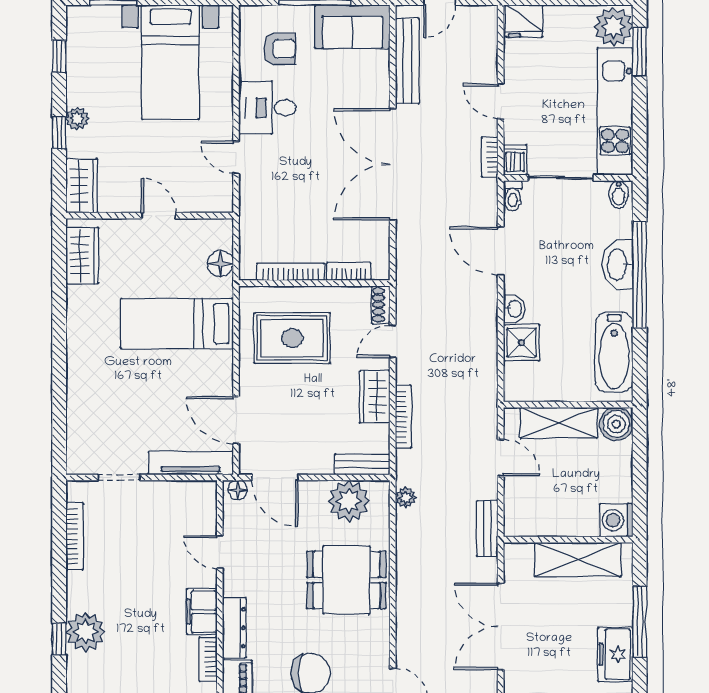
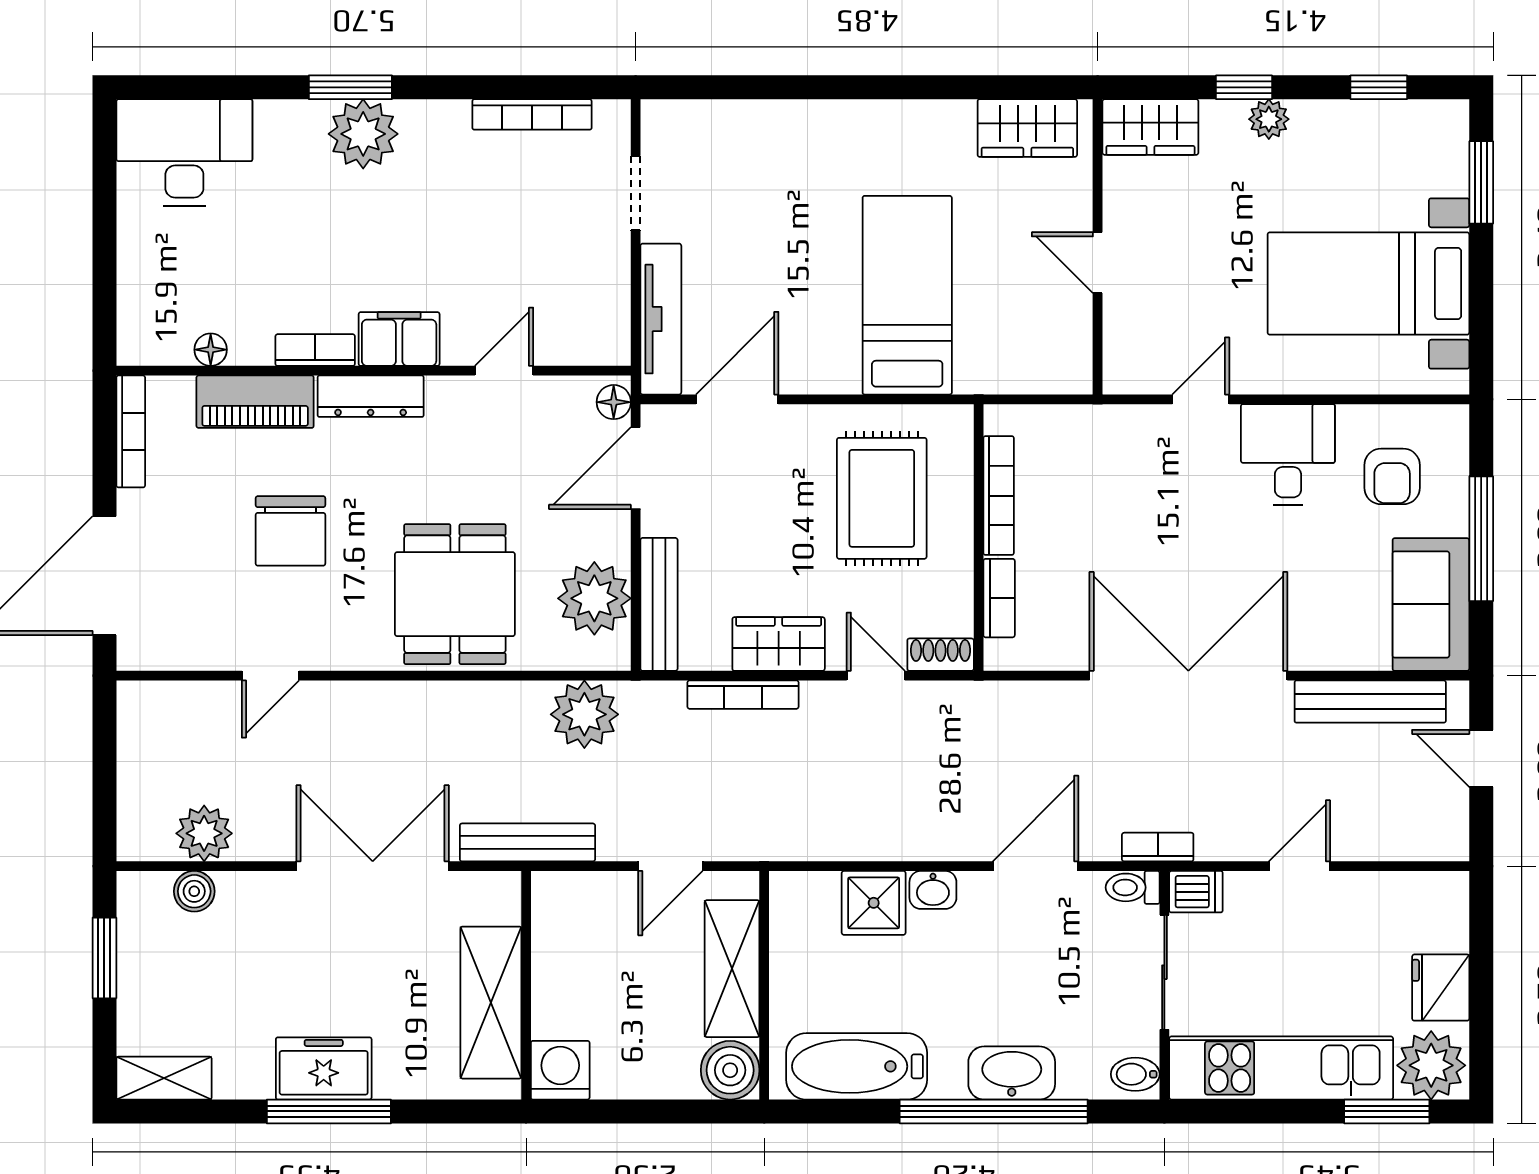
fridge: (524, 21) -> (1441, 988), moved
bookcase: (490, 157) -> (1158, 847), moved
door: (159, 216) -> (1098, 263), swing flipped
floor lamp: (220, 263) -> (1013, 371), removed
bench: (362, 464) -> (659, 604), width x1.36
plant: (406, 498) -> (584, 714), width x1.87, depth x1.87
bench: (487, 529) -> (527, 842), width x1.36
window: (640, 622) -> (329, 1111), moved
window: (59, 639) -> (350, 87), width x1.50

